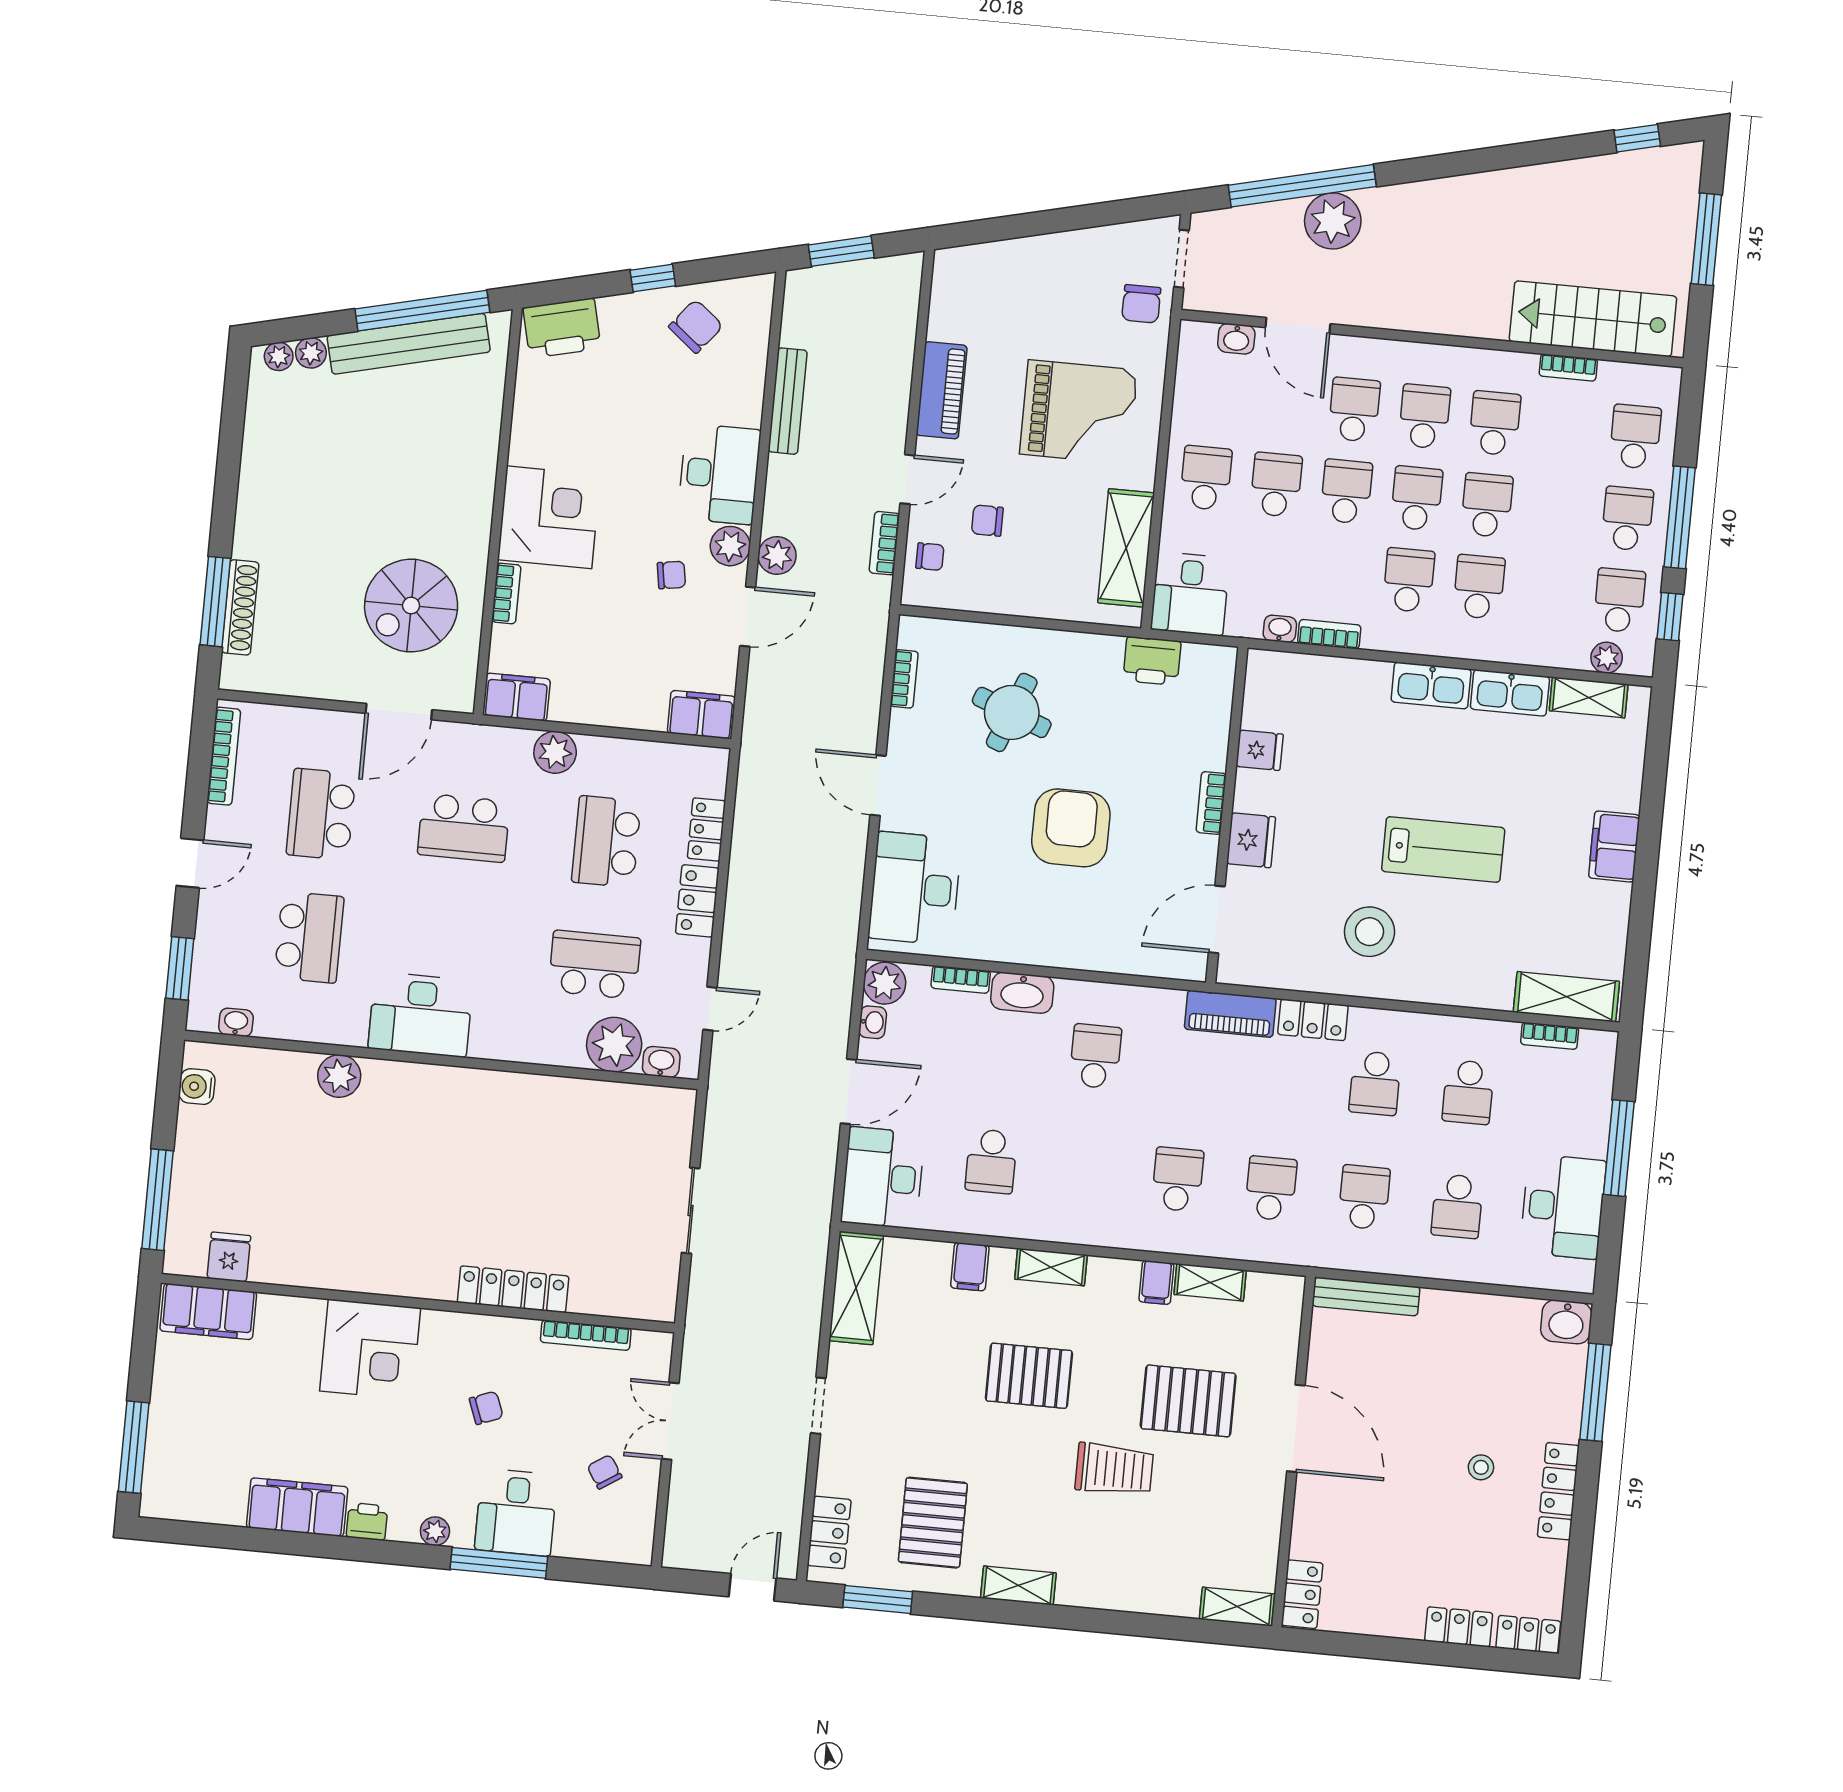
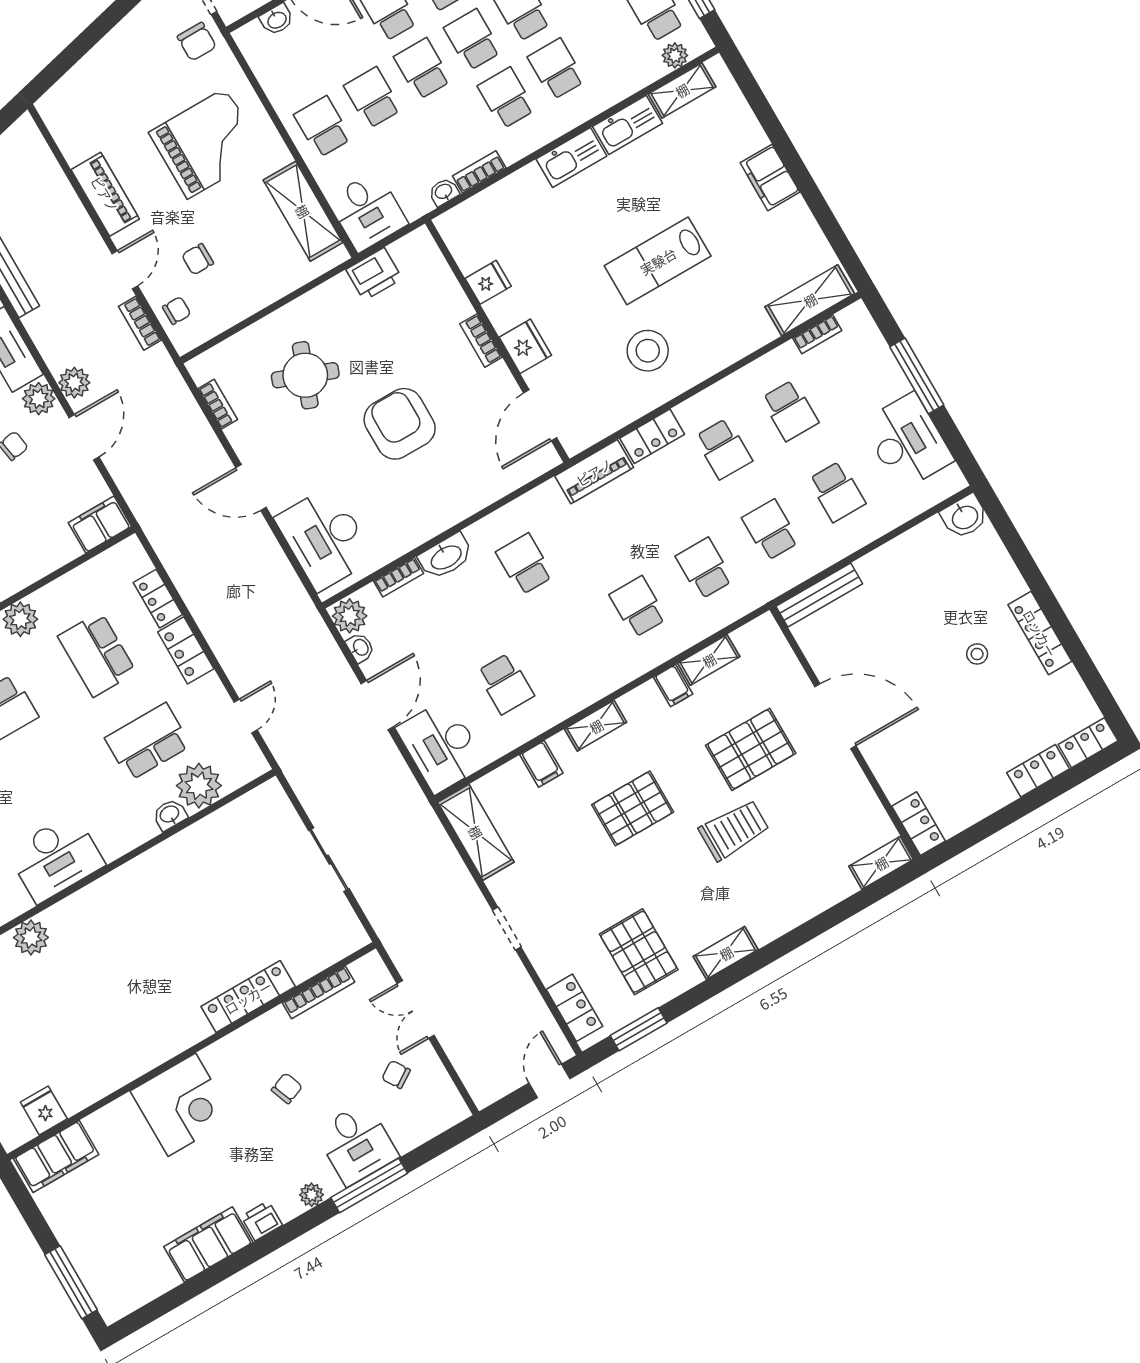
lab bench: (1443, 850) -> (658, 261), turned 180
washbasin: (661, 1062) -> (170, 815), moved
window: (1595, 1392) -> (1017, 550), removed

